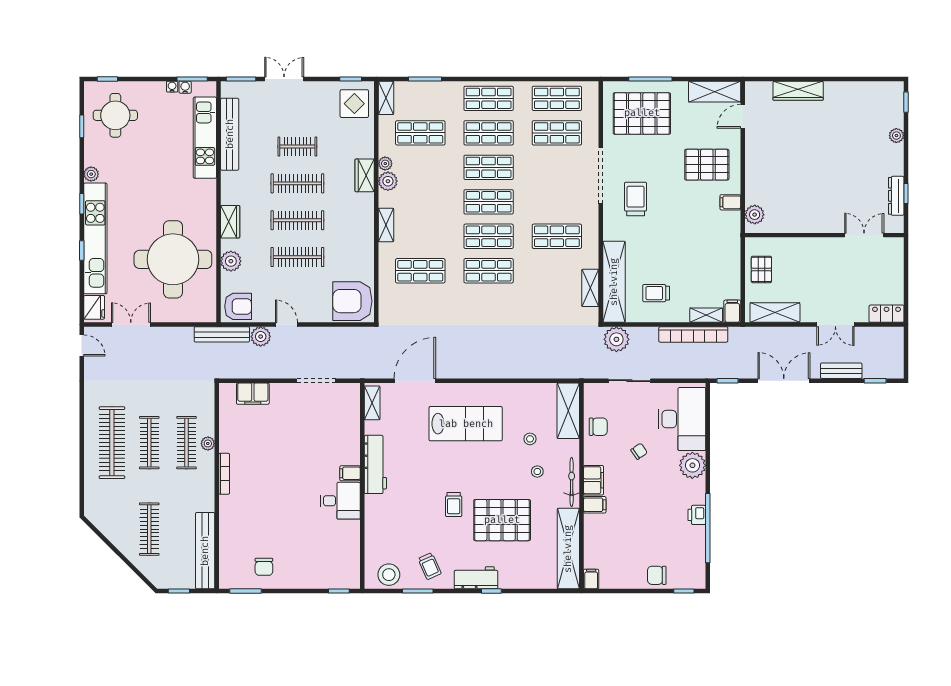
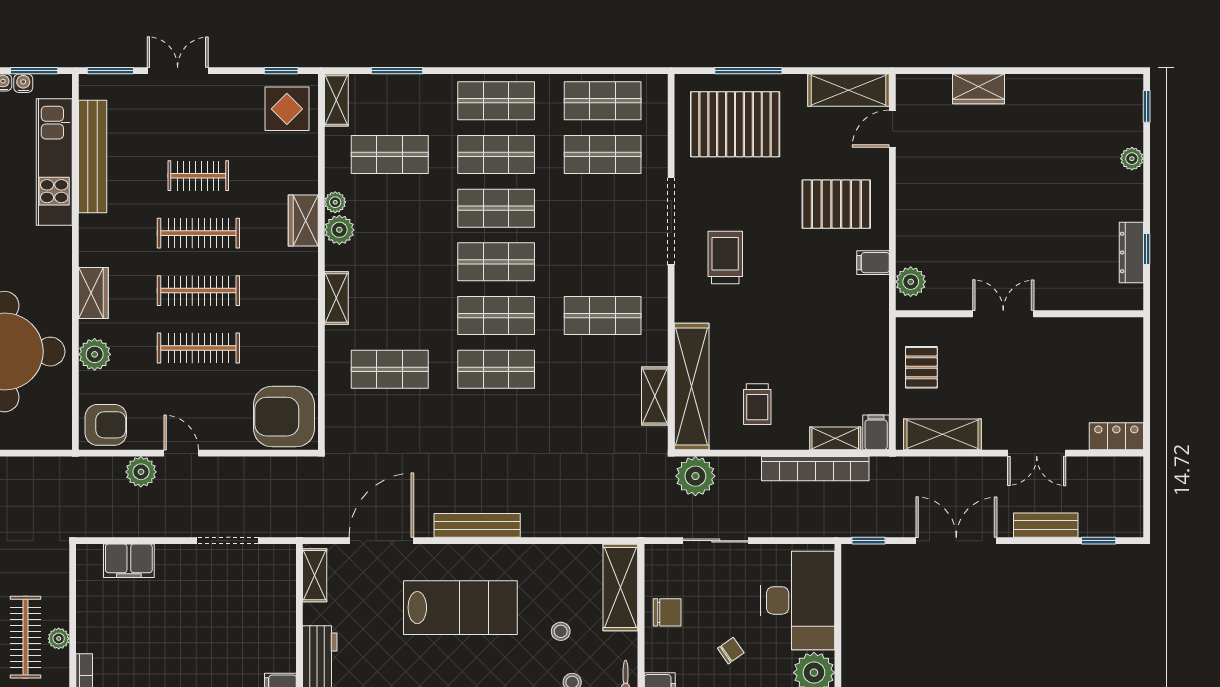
wardrobe: (798, 91) -> (979, 89), width x0.67
double door: (864, 235) -> (1003, 314), moved
trolley: (656, 293) -> (757, 404), turned -90
bench: (222, 334) -> (477, 525), moved

